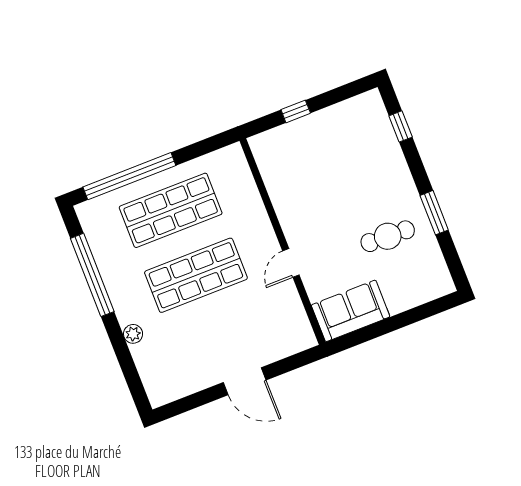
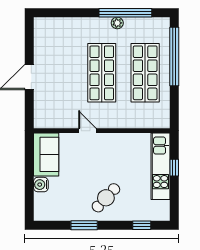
kitchen unit: (301, 133) -> (160, 166), added
cafe table: (388, 236) -> (106, 198), moved, turned 41
water cooler: (399, 301) -> (41, 185), added
plant: (133, 334) -> (117, 23), moved

